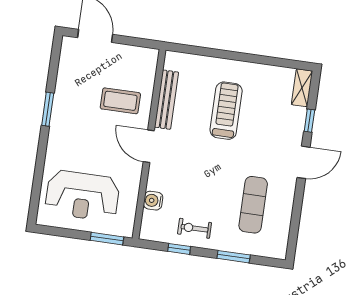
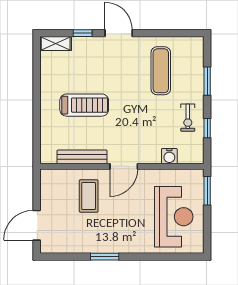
treadmill: (226, 111) -> (84, 105), turned 180
exercise mat: (253, 205) -> (161, 71), turned 90

